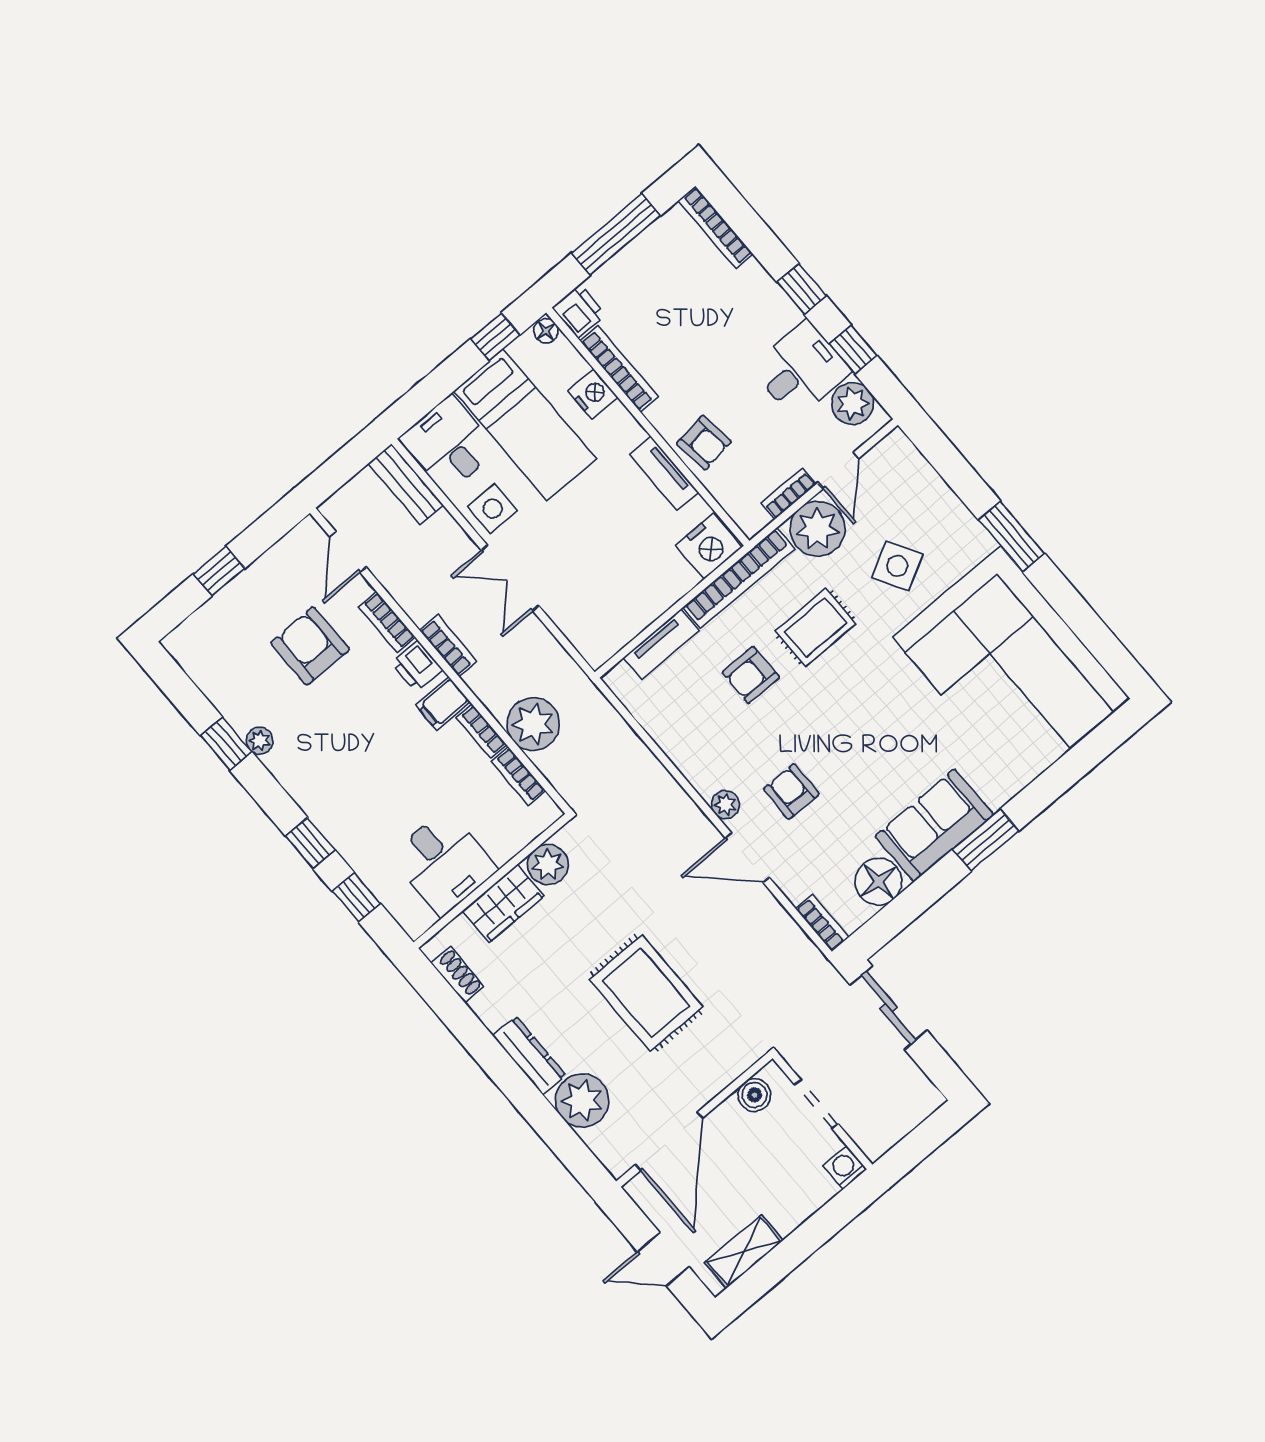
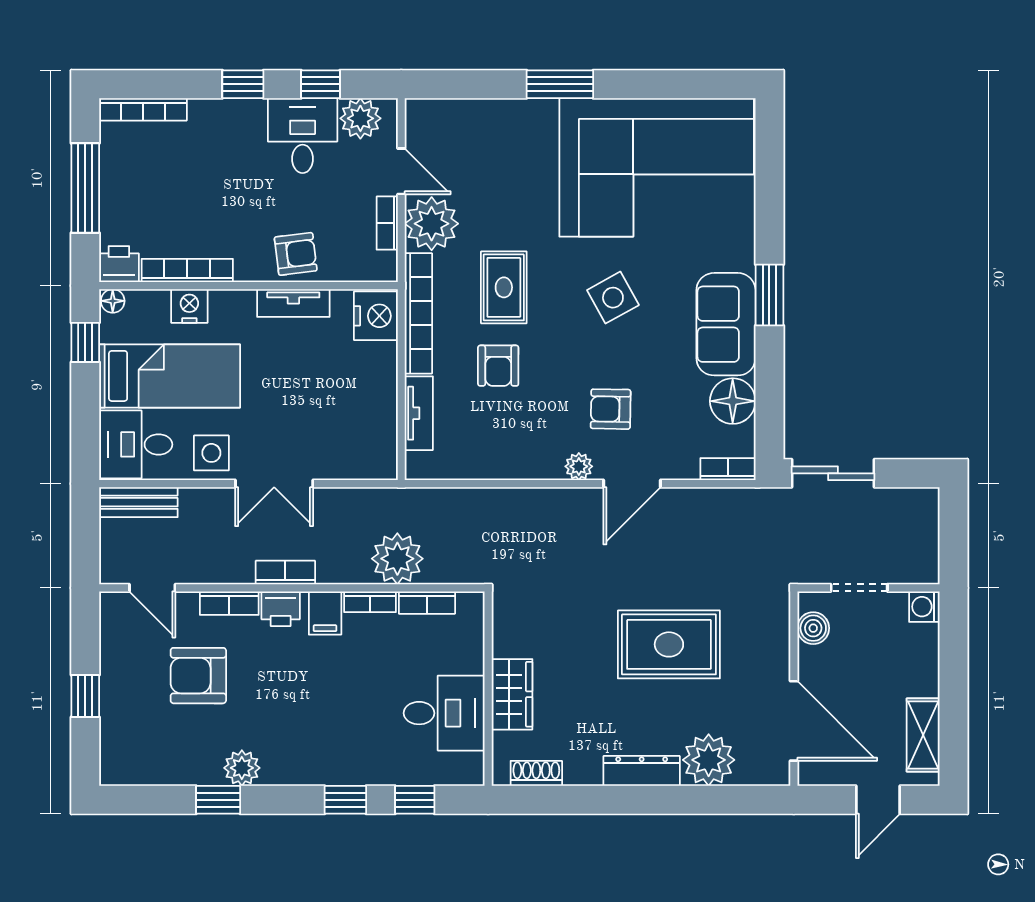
side table: (897, 566) -> (613, 298), moved
plant: (260, 741) -> (242, 768), width x1.38, depth x1.38
plant: (548, 865) -> (511, 637), removed

